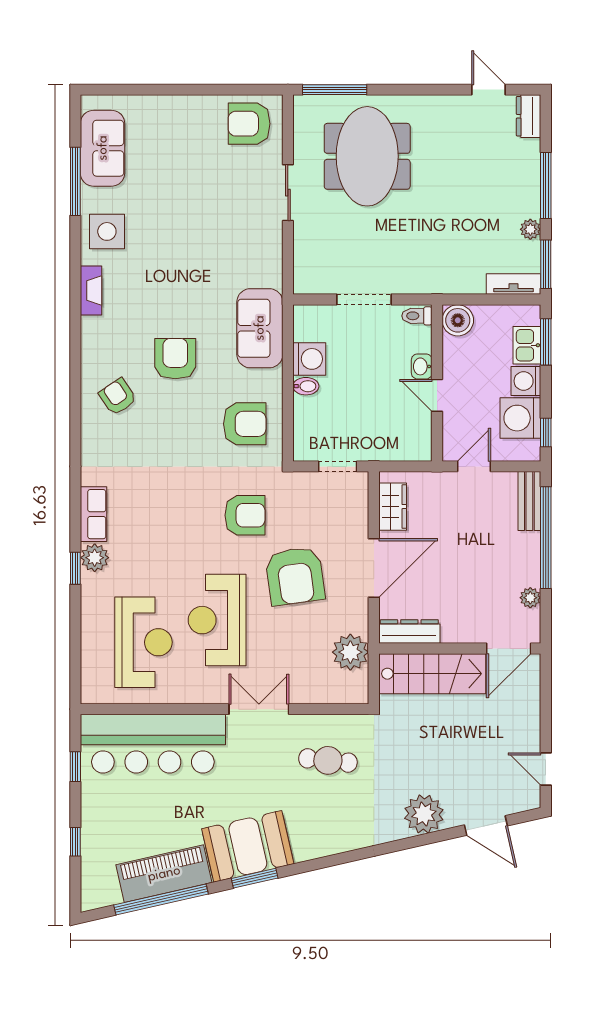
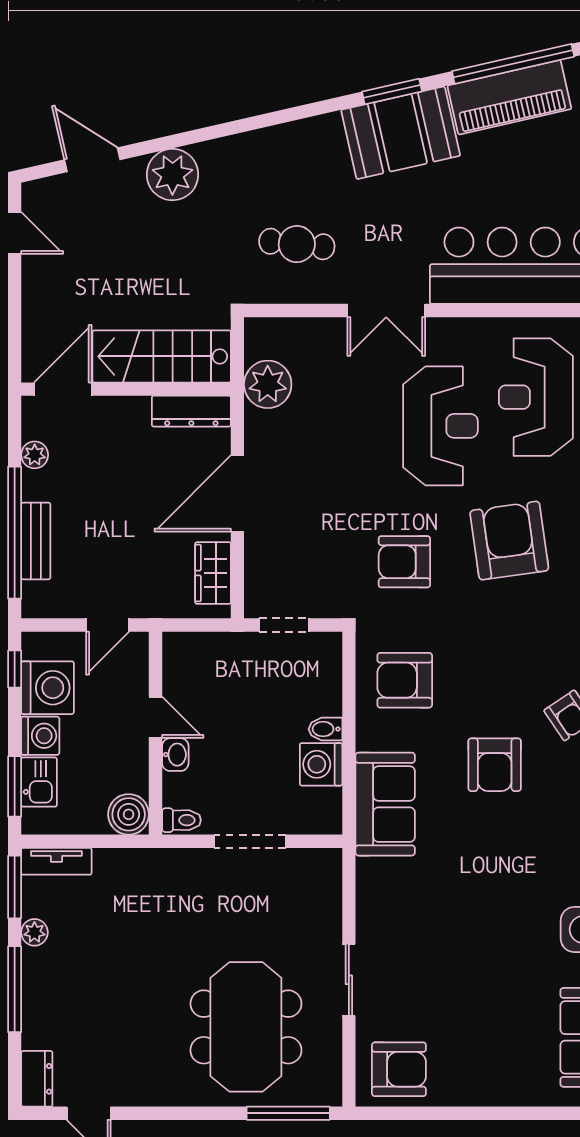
bench: (529, 501) -> (36, 541), moved
armchair: (295, 576) -> (509, 541), moved

